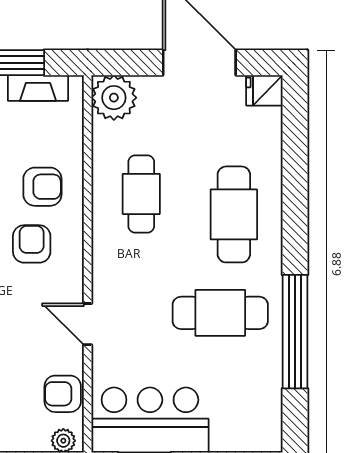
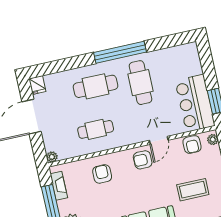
plant: (114, 98) -> (52, 157), width x0.53, depth x0.53
armchair: (32, 244) -> (143, 160), moved
window: (295, 332) -> (120, 52), moved

